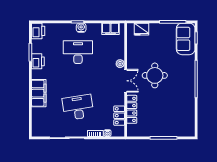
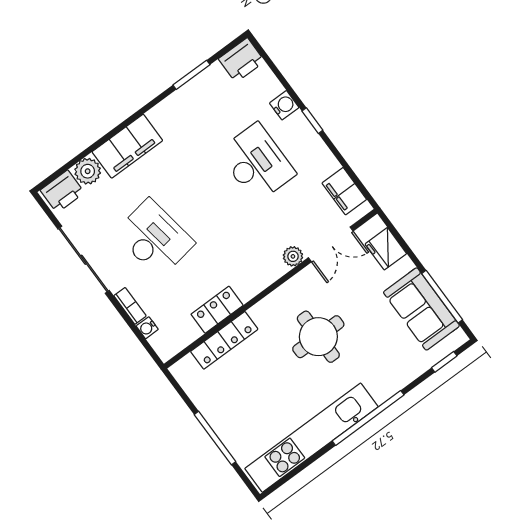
water cooler: (81, 28) -> (284, 105), moved
sofa: (186, 39) -> (421, 309), moved, turned -90
printer: (38, 61) -> (62, 191), moved
double door: (126, 81) -> (331, 244), moved
kitchen unit: (188, 104) -> (311, 438), added
plant: (37, 114) -> (88, 171), added
locker: (119, 116) -> (217, 310), moved

